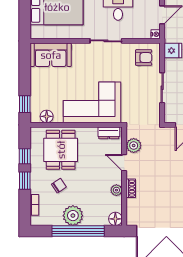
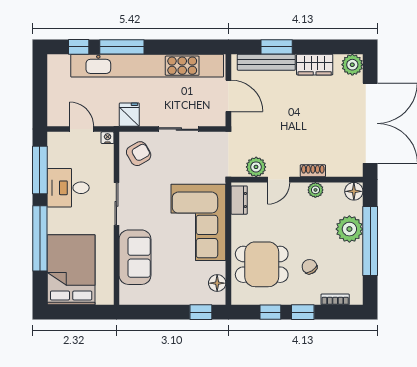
sofa: (51, 55) -> (135, 257), moved
armchair: (144, 58) -> (139, 154), turned 60
plant: (73, 216) -> (349, 229), moved

